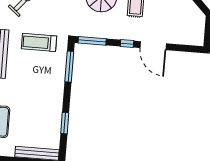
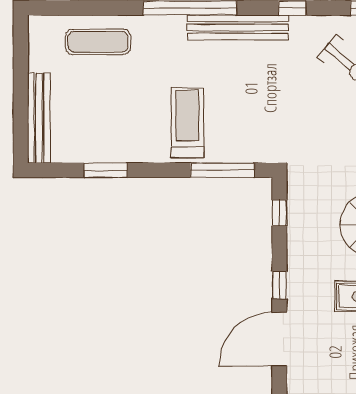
window: (92, 41) -> (279, 213), width x0.46
treadmill: (39, 42) -> (187, 123), moved

